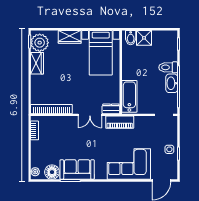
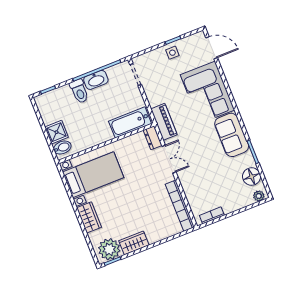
sofa: (77, 169) -> (232, 135), moved

